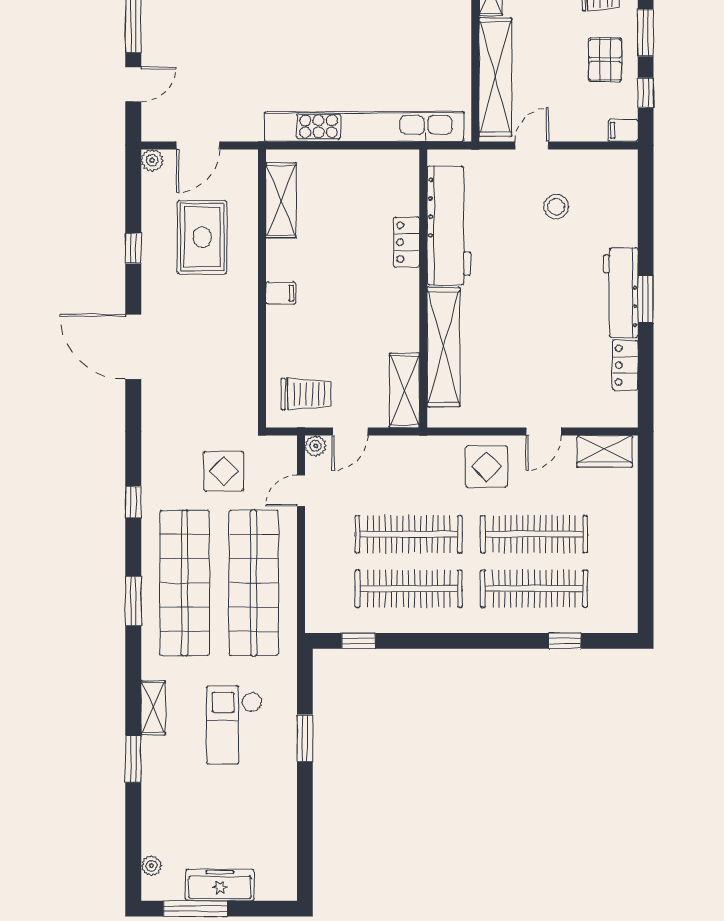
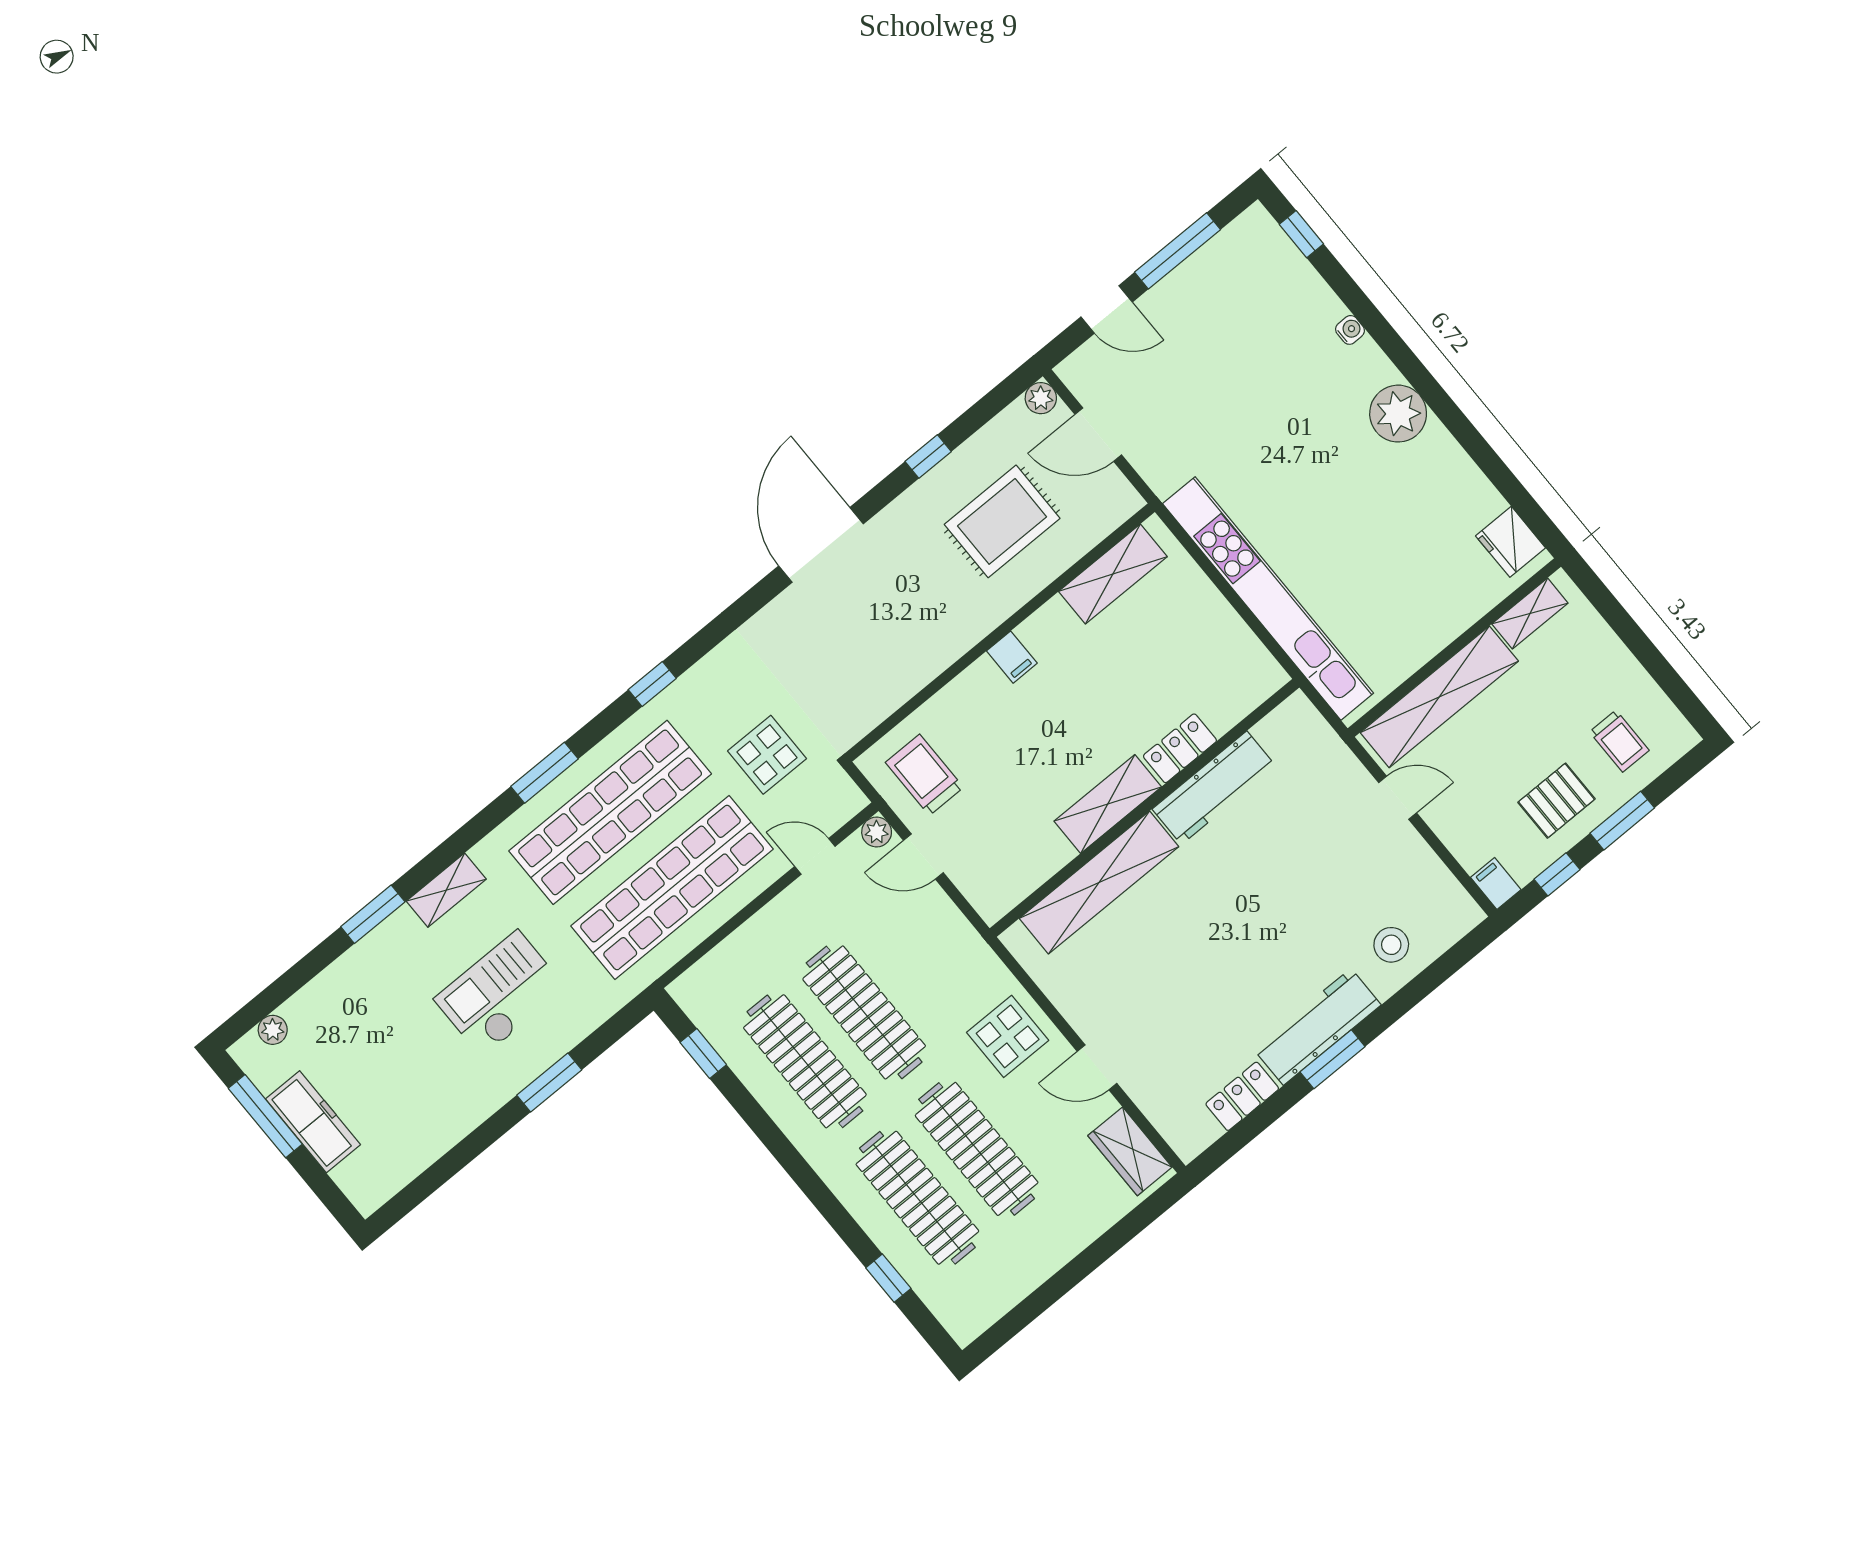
stool: (556, 207) -> (1391, 945), moved
workbench: (449, 225) -> (1214, 788), width x0.73, depth x0.76
shelving: (404, 390) -> (1108, 804), moved
trolley: (306, 394) -> (924, 775), turned 180

